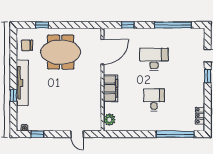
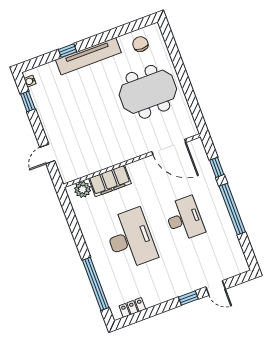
window: (42, 25) -> (175, 54), removed
window: (173, 25) -> (232, 209), moved
meeting table: (61, 52) -> (148, 92), turned 90
filing cabinet: (110, 88) -> (110, 181), moved
desk: (154, 100) -> (131, 239), width x1.87, depth x1.30

